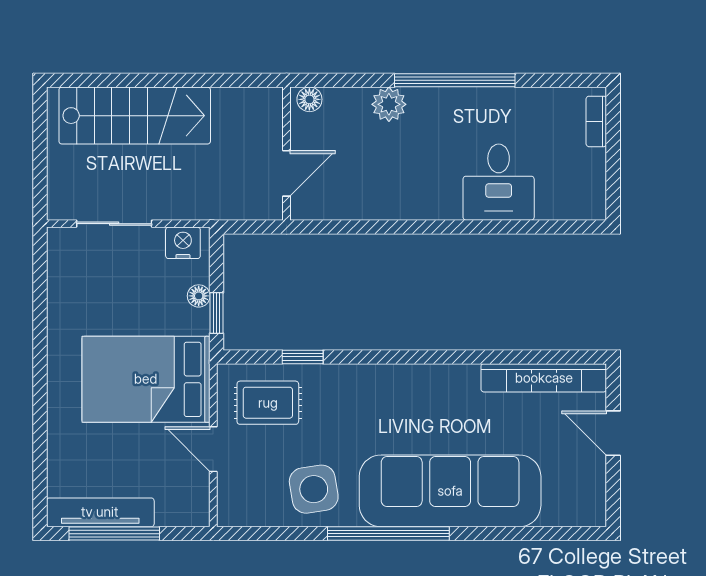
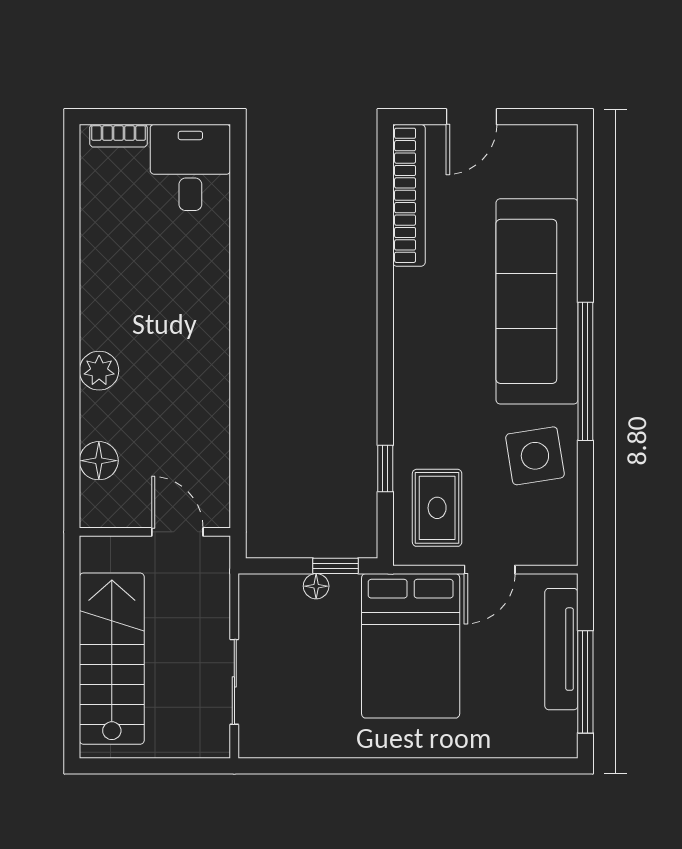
window: (455, 80) -> (72, 296), removed
floor lamp: (309, 99) -> (99, 461), width x1.37, depth x1.37
wall: (287, 154) -> (155, 532), moved
door: (287, 173) -> (177, 532), moved
desk: (499, 182) -> (190, 167), moved, turned -90
nightstand: (183, 243) -> (256, 604), removed
tv unit: (100, 512) -> (561, 649), moved

